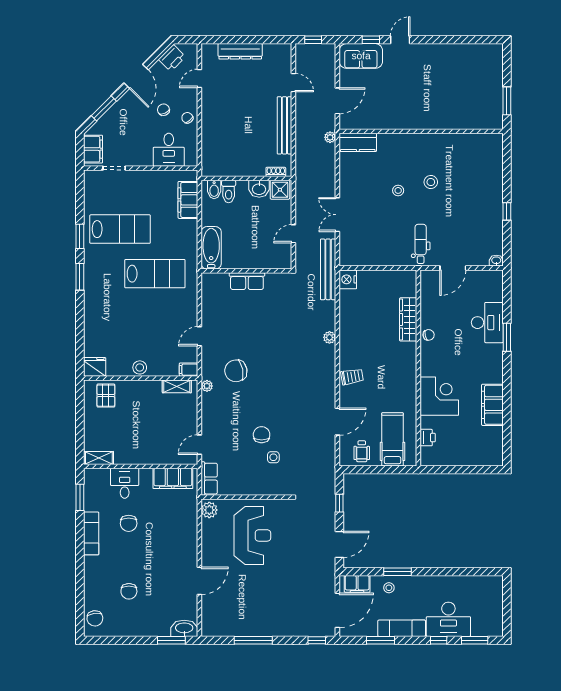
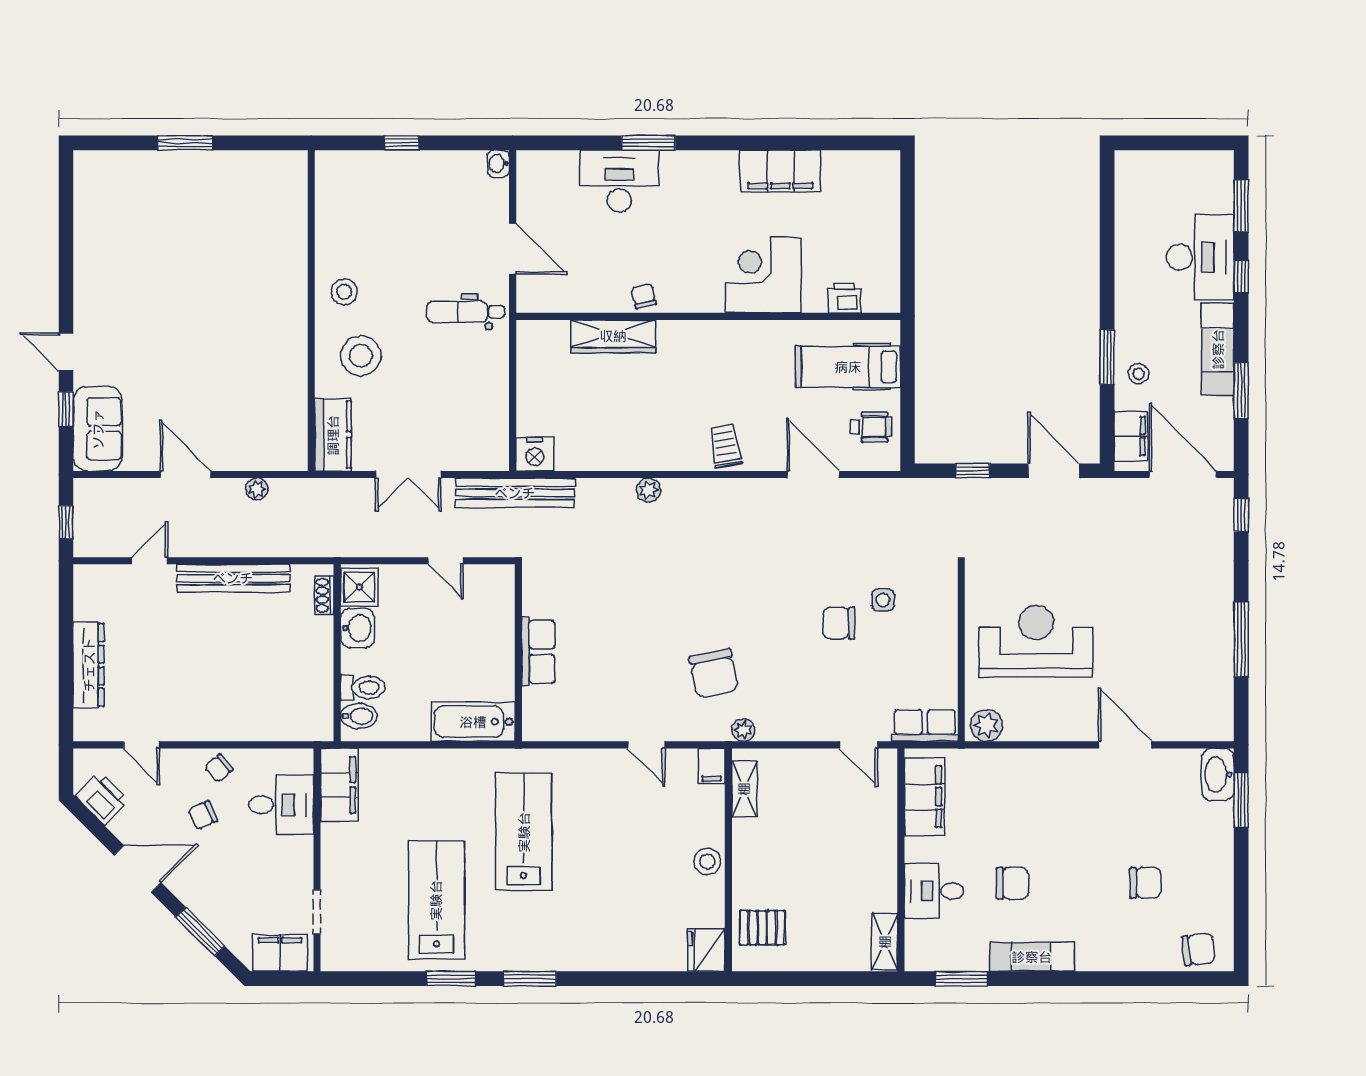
wall: (421, 131) -> (311, 311), moved
kitchen counter: (358, 142) -> (333, 435), moved
stool: (398, 190) -> (361, 356), width x1.89, depth x1.89
filing cabinet: (188, 200) -> (339, 785), moved, turned -90

